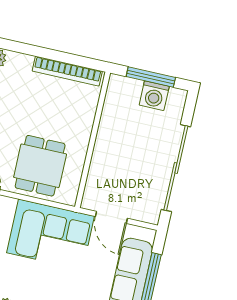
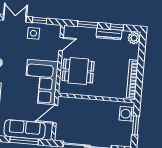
window: (151, 77) -> (135, 125), width x0.69
washing machine: (154, 96) -> (127, 114), moved

